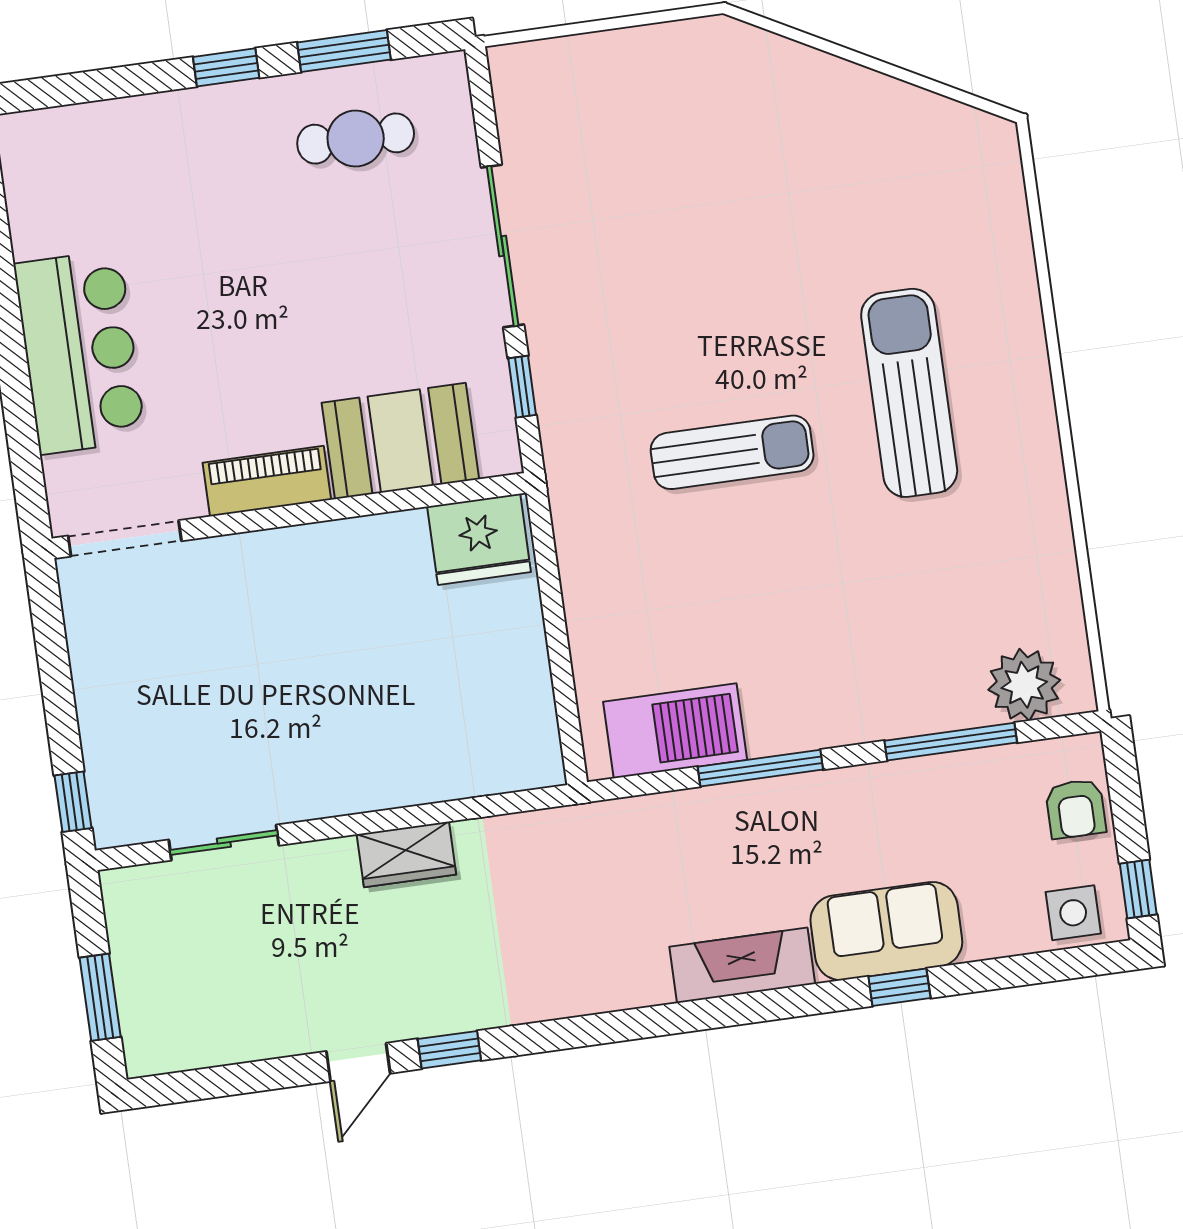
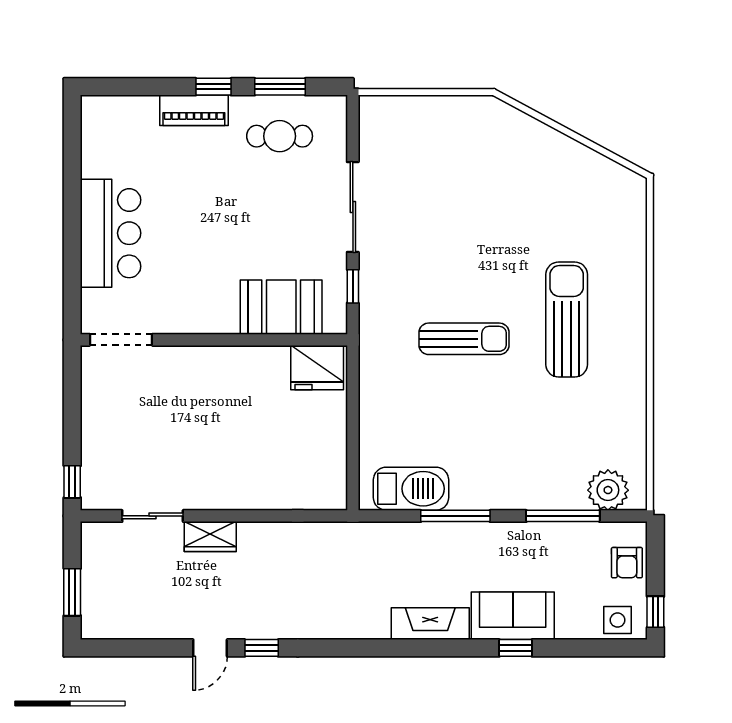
piano: (267, 481) -> (194, 110), moved, turned 180
wardrobe: (406, 854) -> (210, 536), moved

